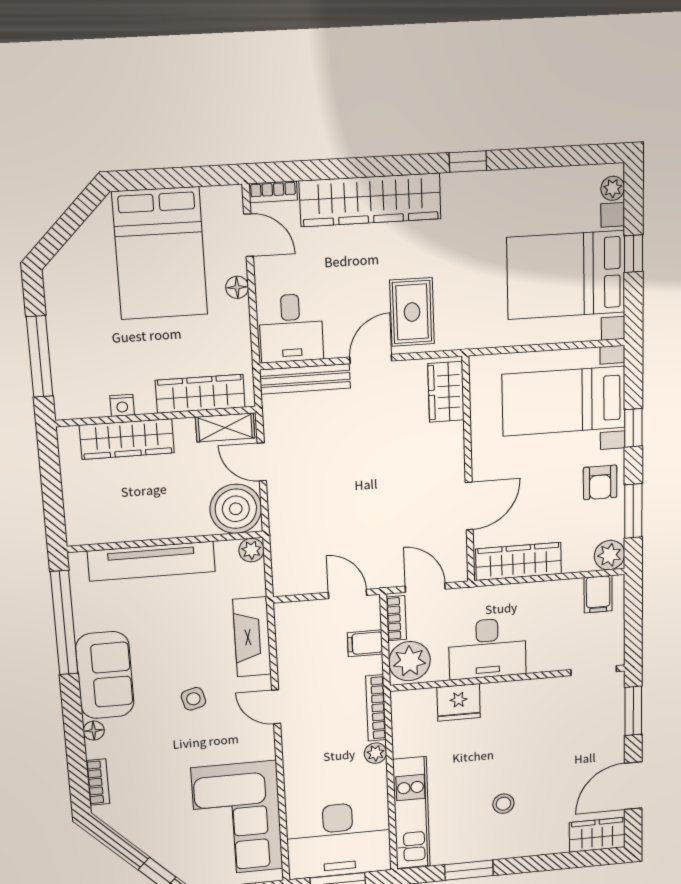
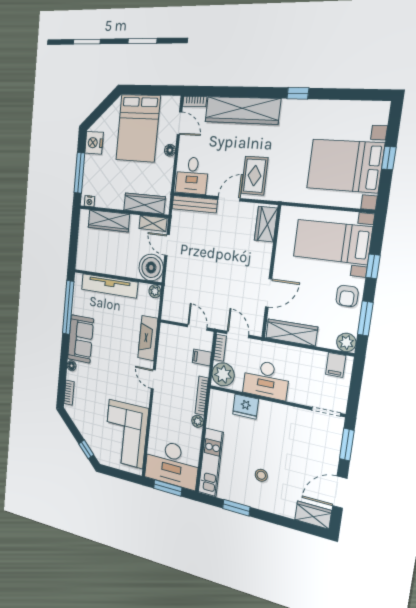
plant: (613, 188) -> (381, 116), removed
nightstand: (64, 293) -> (94, 143), added
nightstand: (122, 405) -> (89, 201), moved
side table: (193, 699) -> (116, 363), removed

